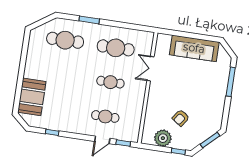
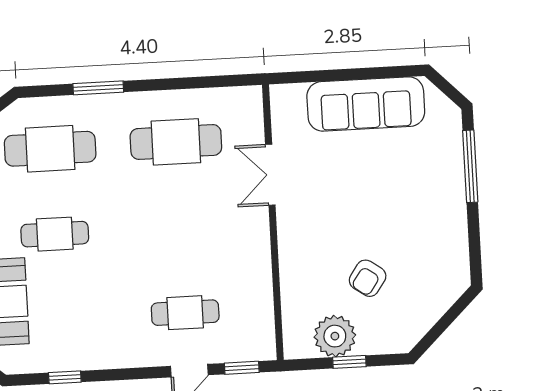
cafe table: (110, 82) -> (55, 234), moved
window: (210, 140) -> (449, 317), removed
window: (178, 151) -> (349, 362), moved

